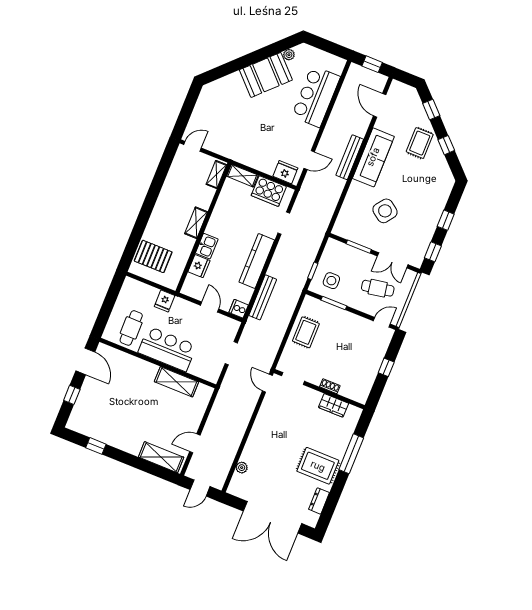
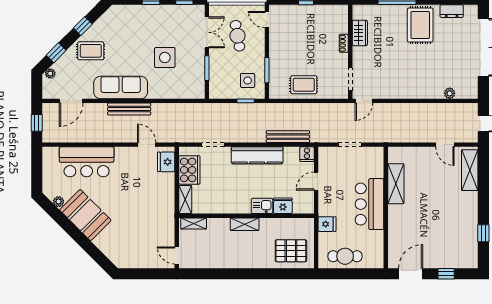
plant: (414, 96) -> (50, 74), added
side table: (385, 211) -> (165, 57), turned -36
pallet: (153, 256) -> (291, 251), turned 90
cafe table: (131, 328) -> (345, 256), moved

